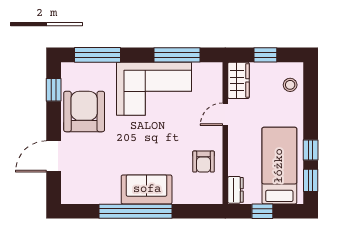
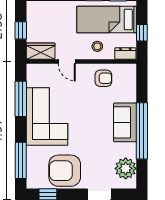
stool: (290, 85) -> (97, 46), moved
plant: (87, 190) -> (126, 168), added

